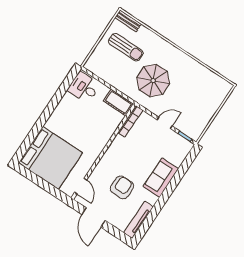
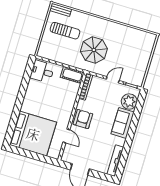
plant: (176, 155) -> (129, 101), added
door: (81, 186) -> (66, 136), moved
armchair: (122, 187) -> (83, 119), moved

